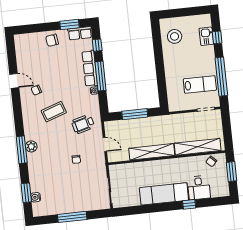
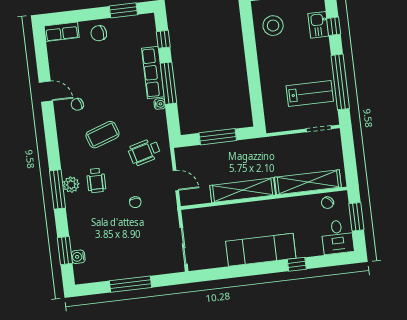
row of seats: (80, 33) -> (62, 32), moved
wheelchair: (49, 144) -> (96, 180), added
desk: (199, 188) -> (338, 237), moved

